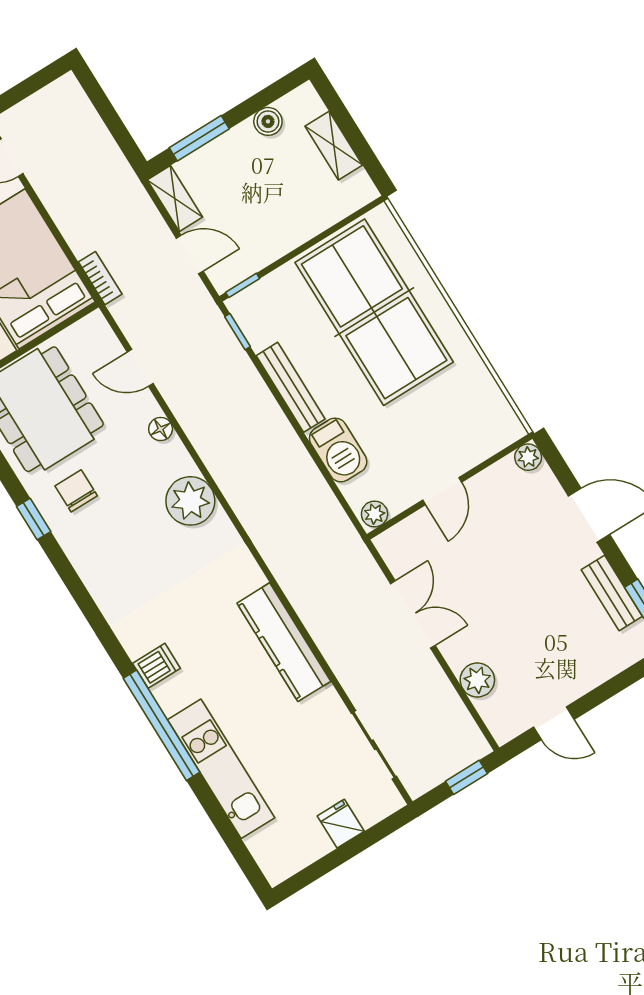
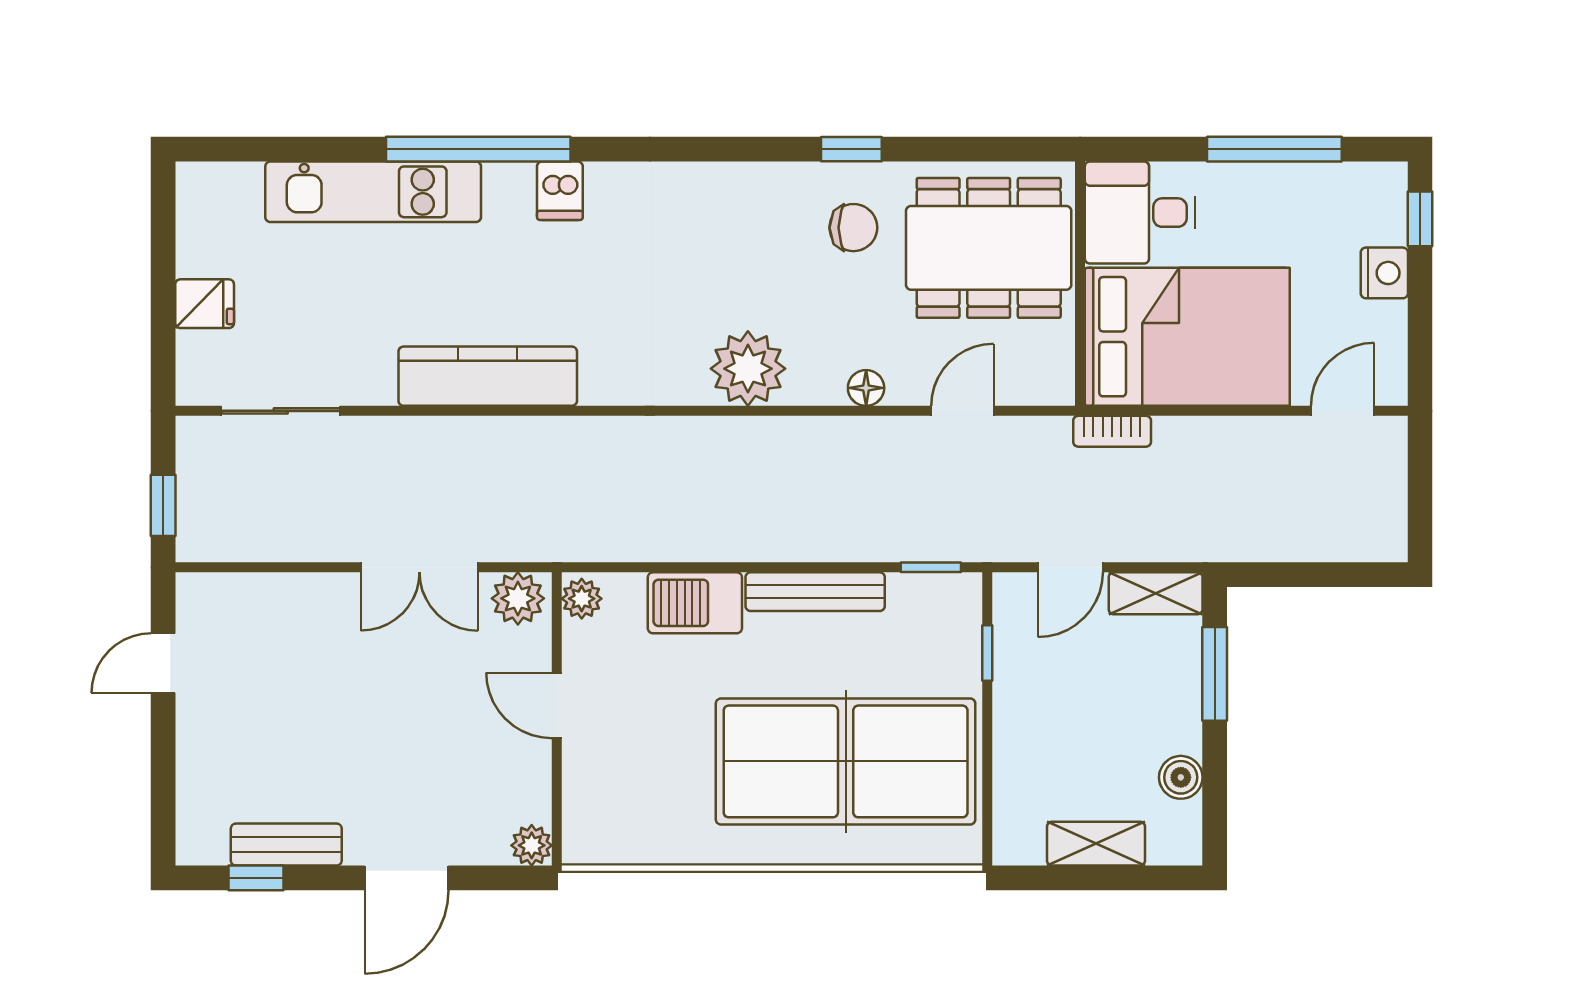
window: (243, 285) -> (987, 653), moved
plant: (477, 680) -> (518, 598), moved

